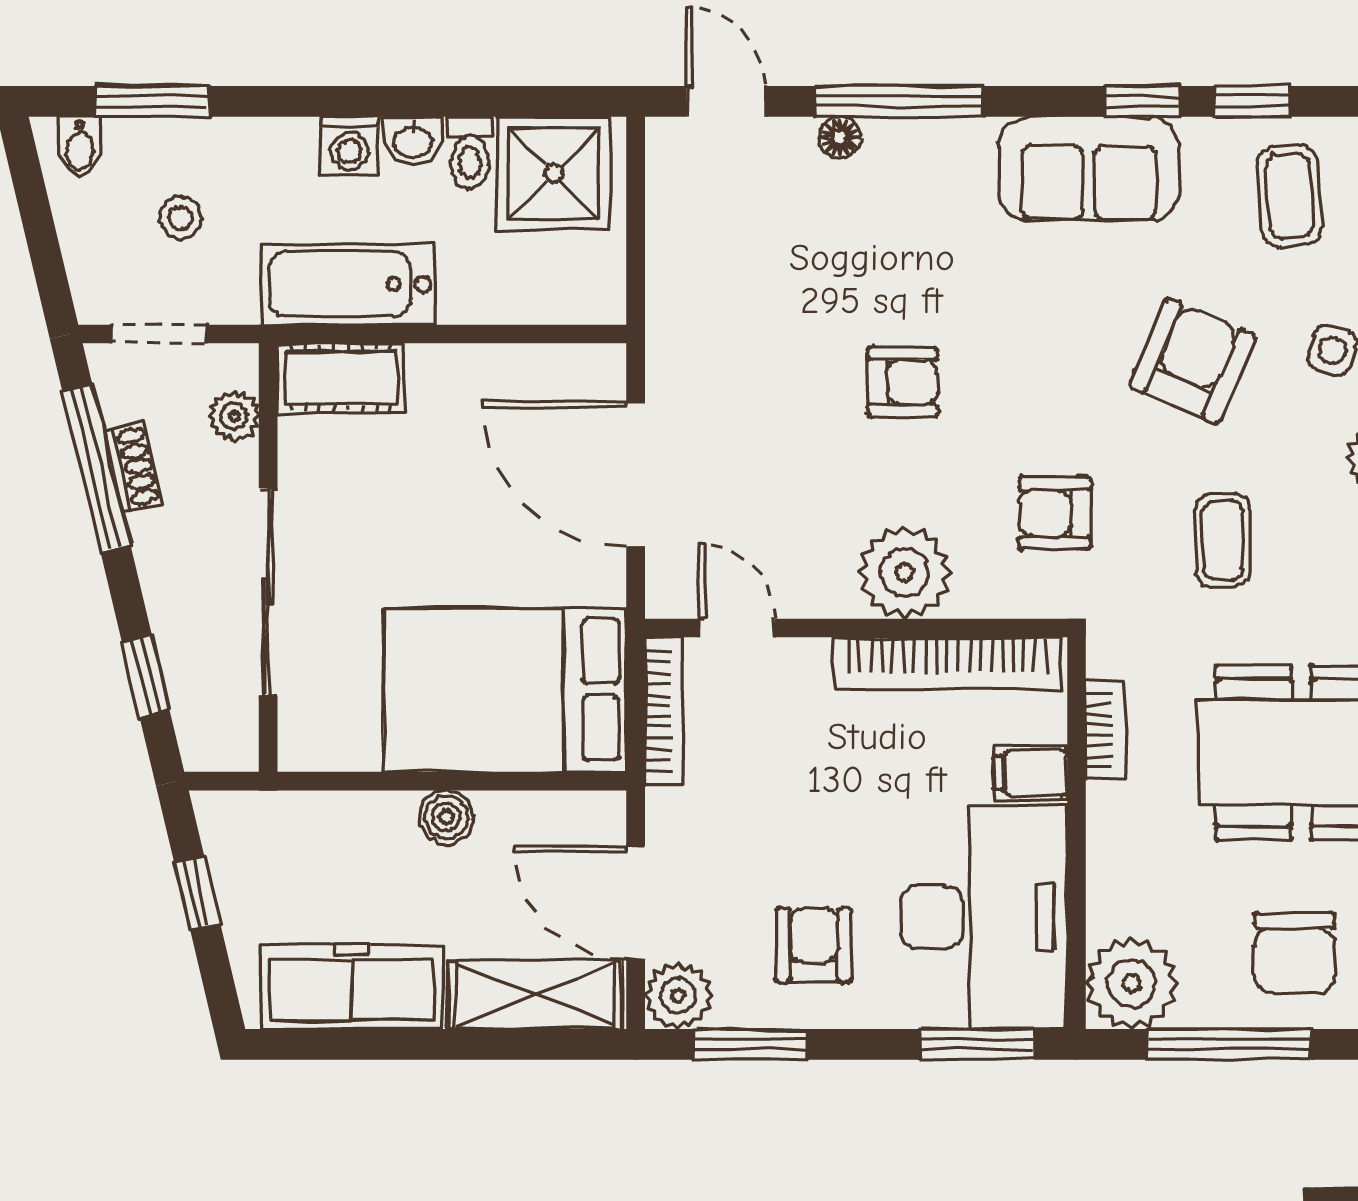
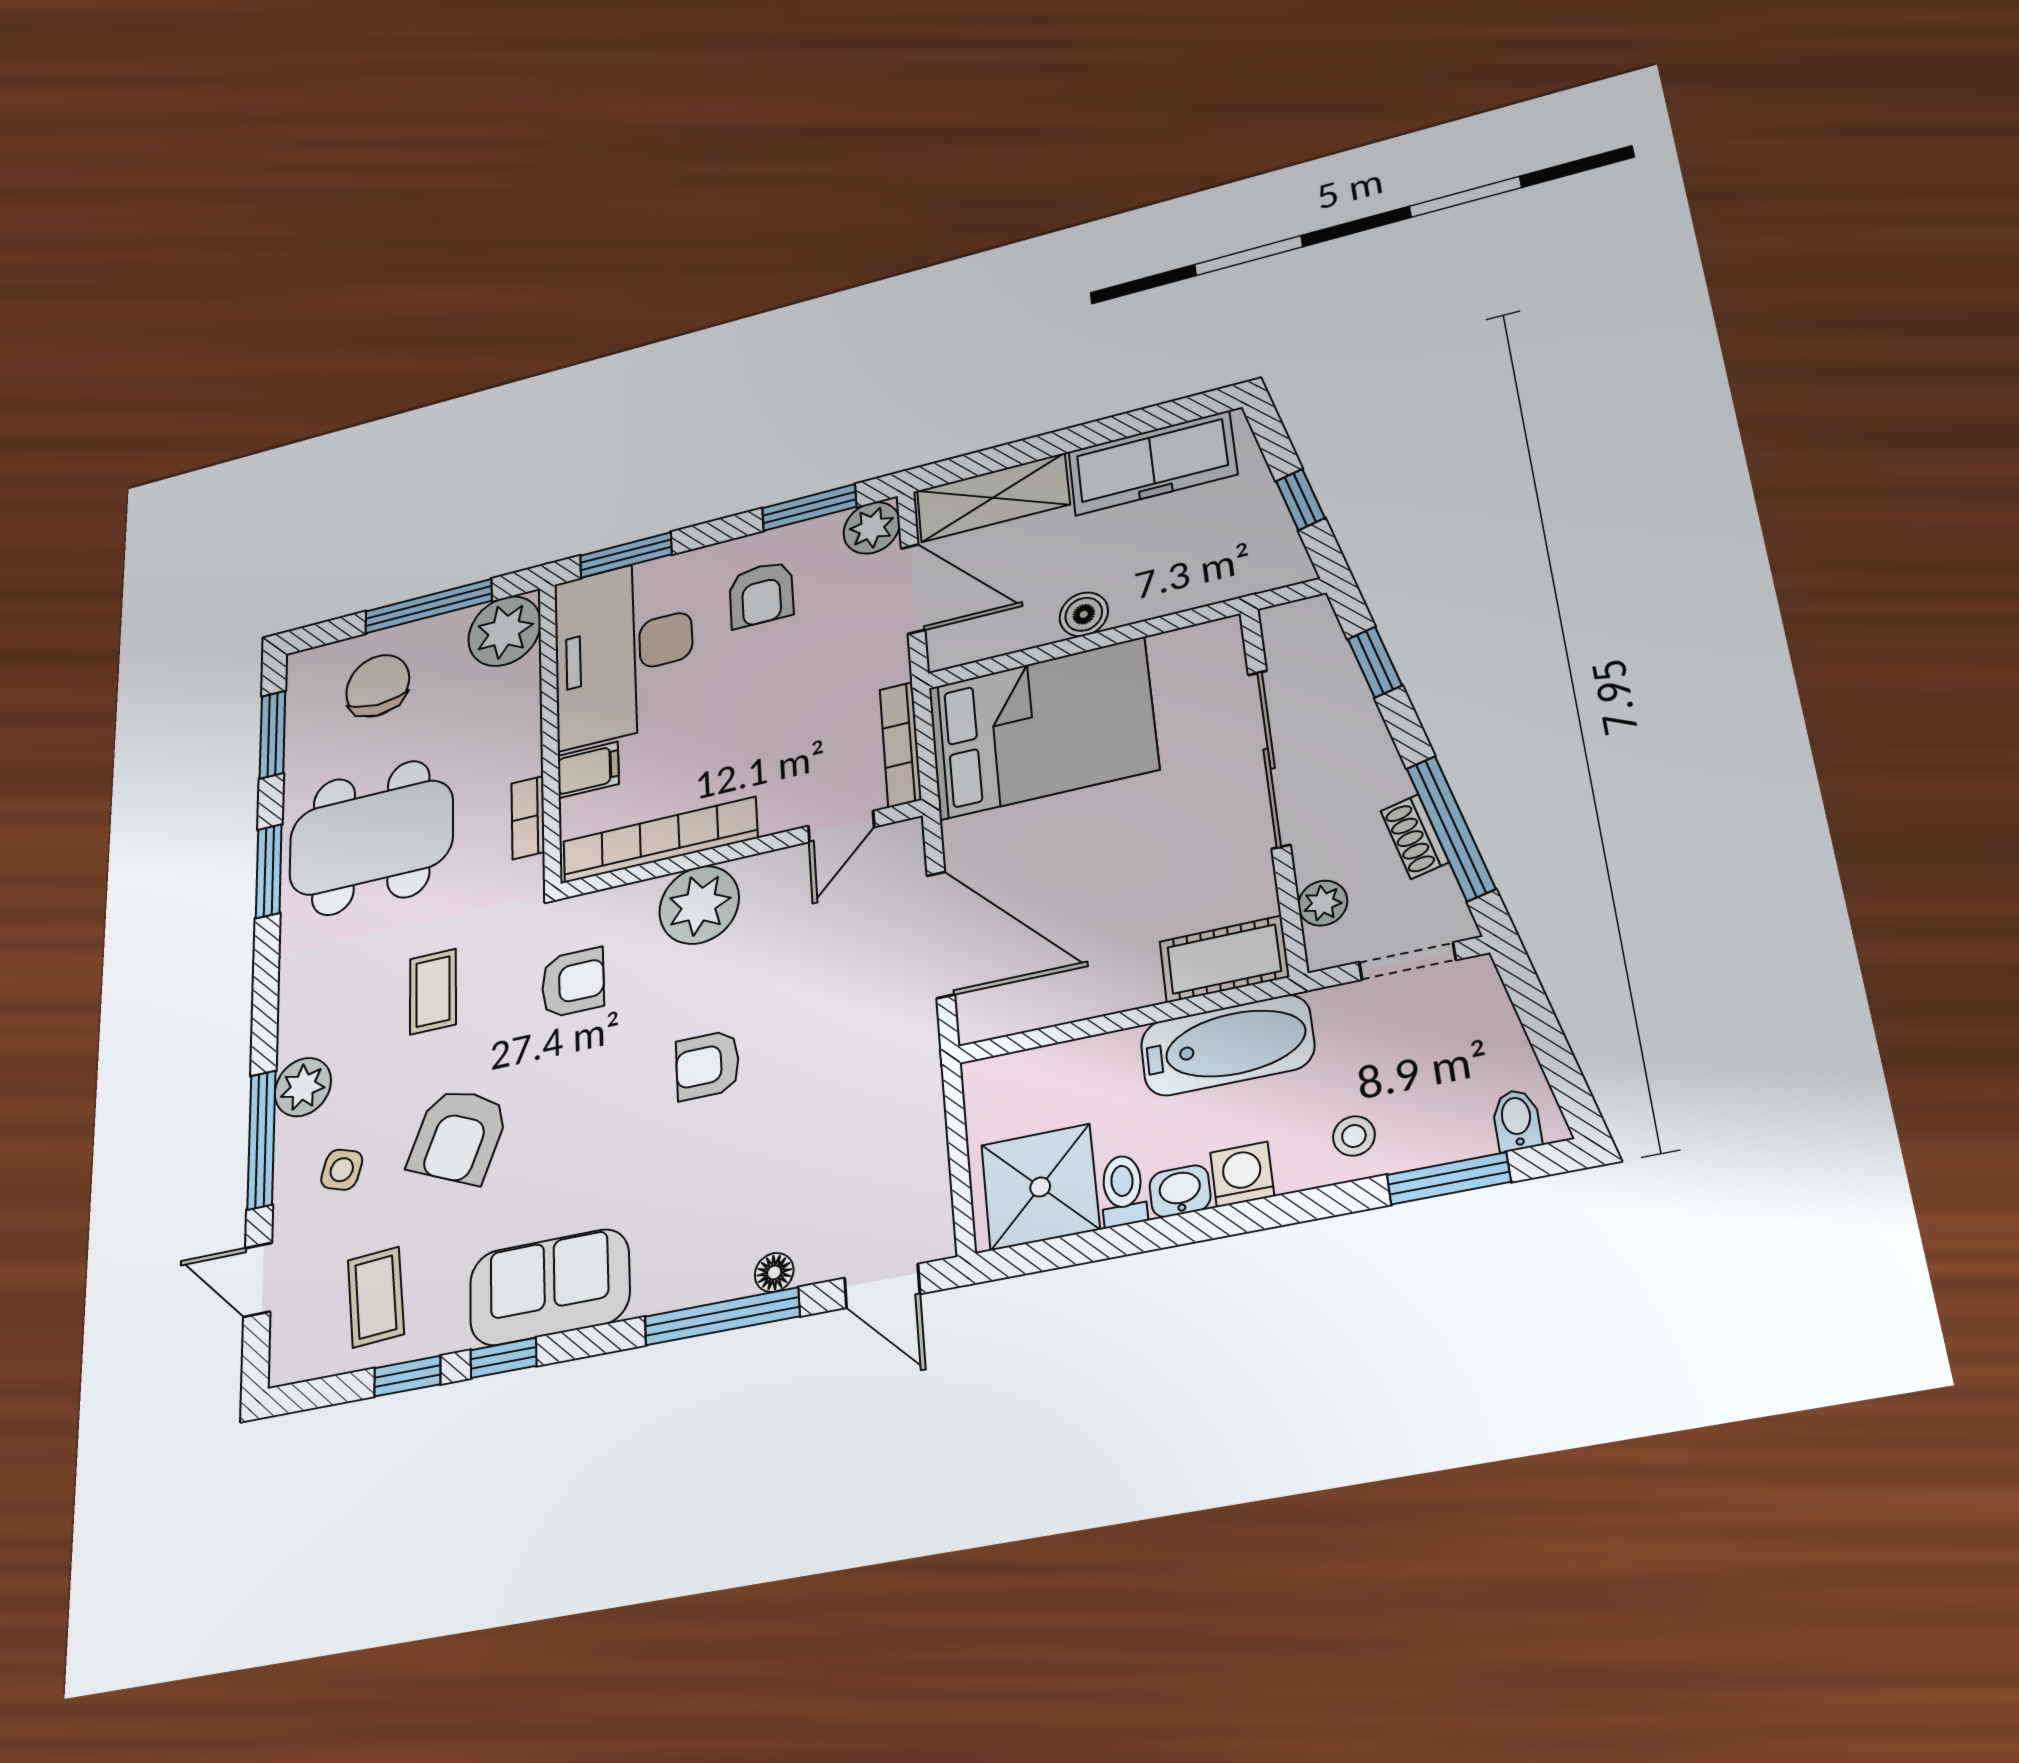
stool: (181, 218) -> (1354, 1136), moved
door: (737, 628) -> (841, 827), hinge flipped

